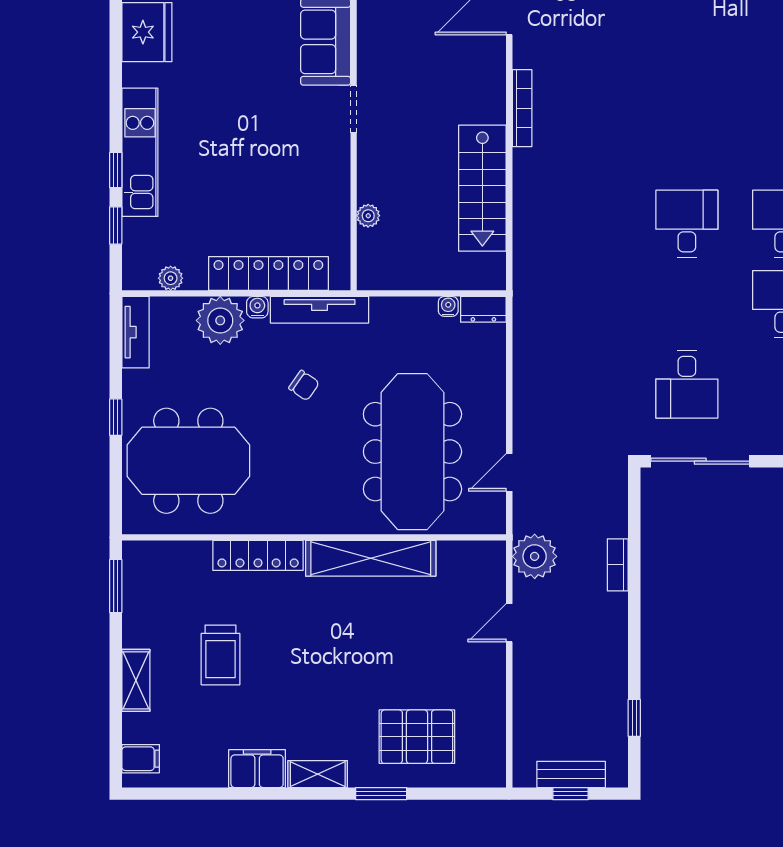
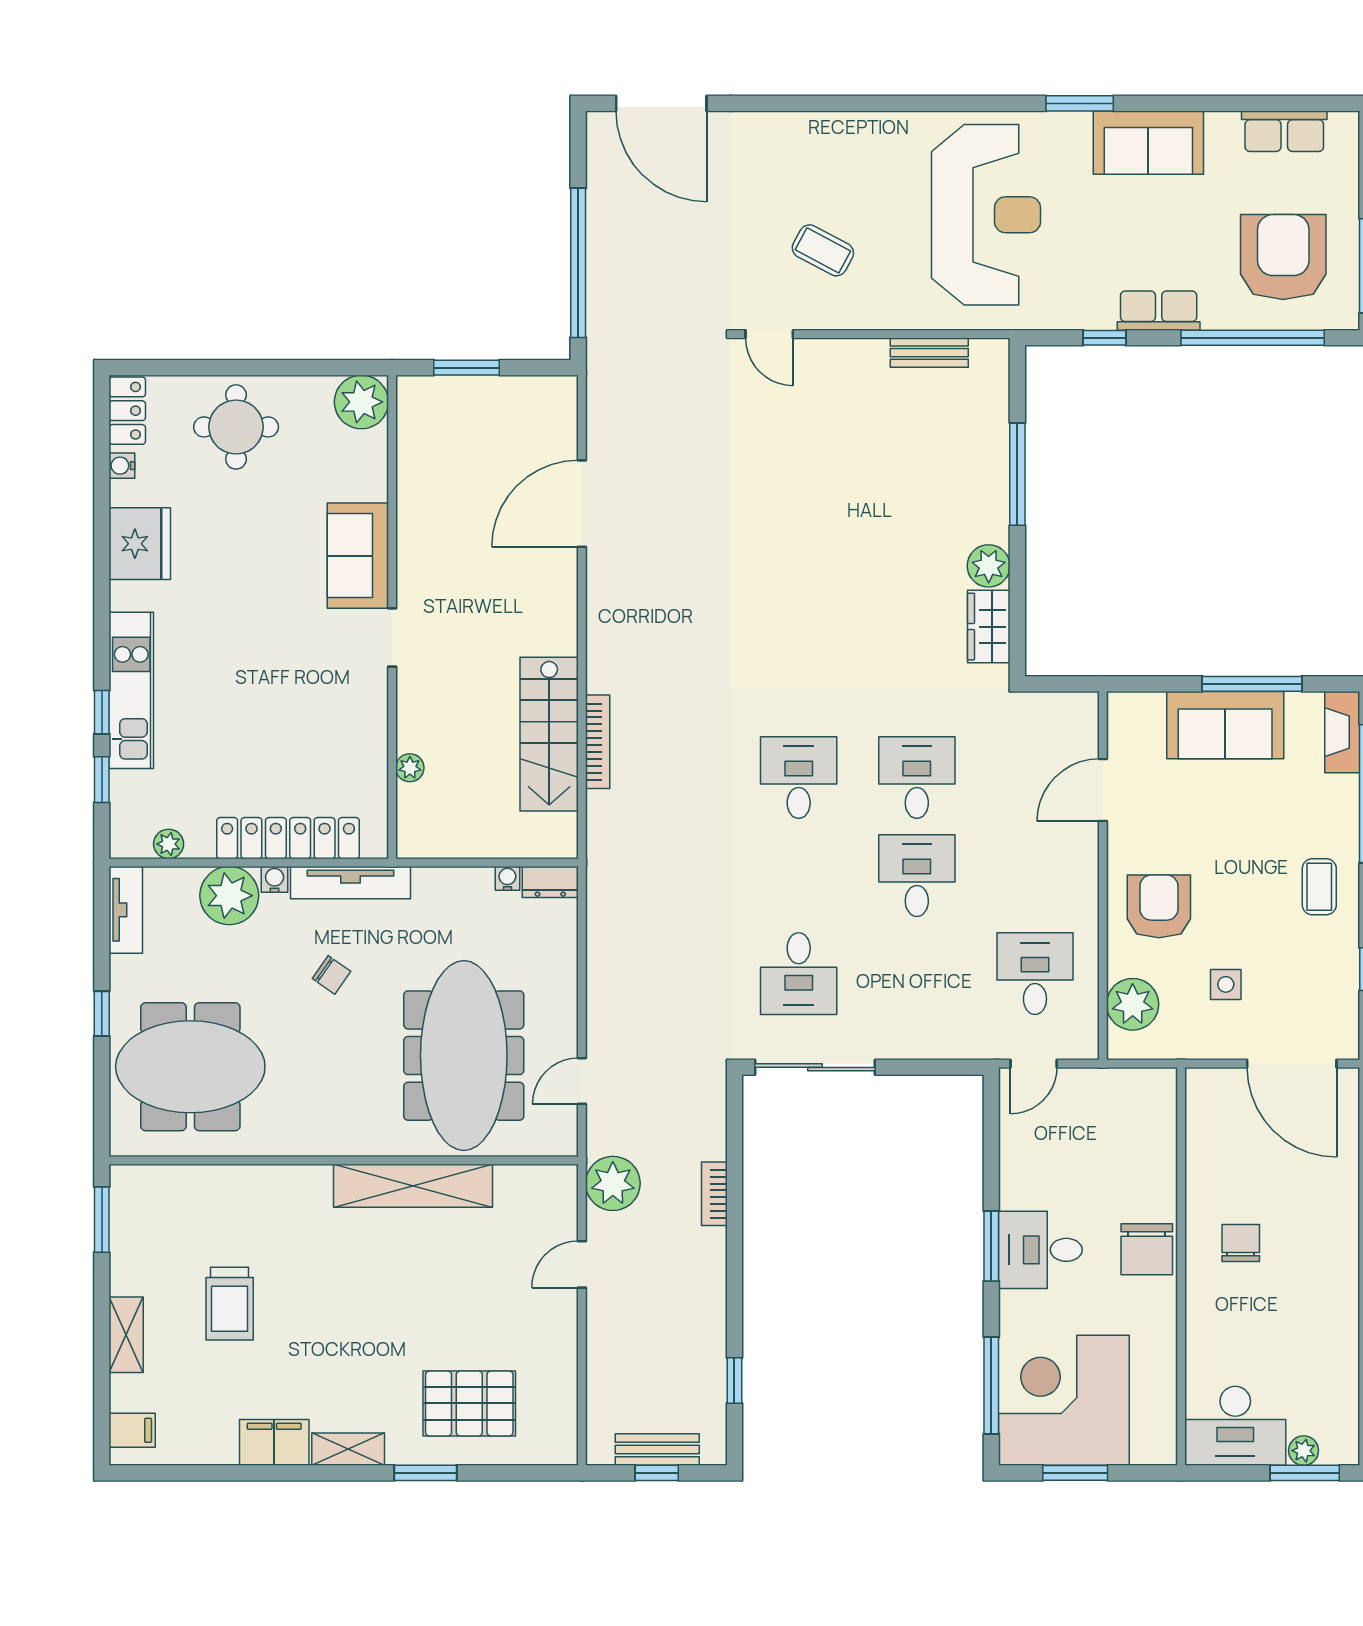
bookcase: (522, 108) -> (598, 742), moved
locker: (258, 555) -> (275, 1182), removed

